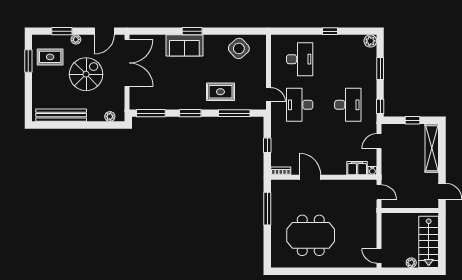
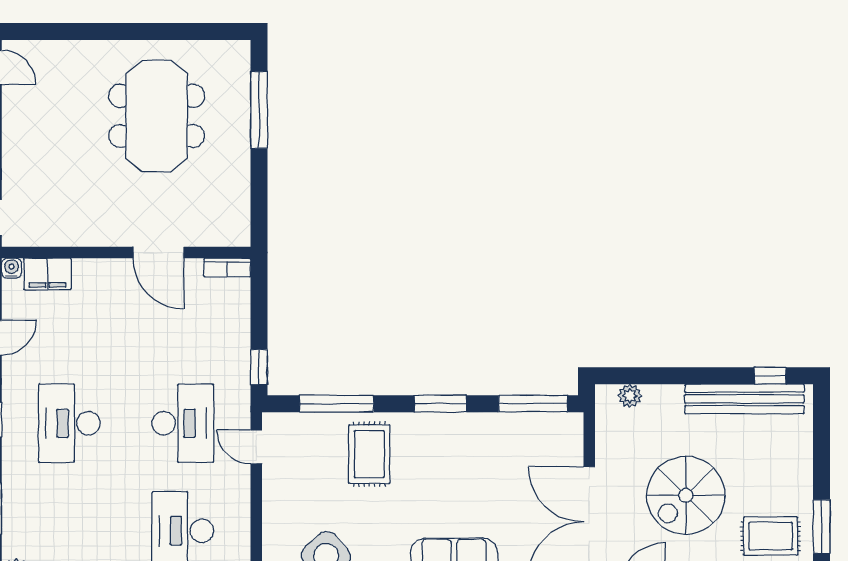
rug: (220, 92) -> (369, 454), turned 90
window: (50, 125) -> (770, 376), added
window: (267, 145) -> (259, 367), moved
window: (267, 209) -> (259, 110), moved
meeting table: (311, 235) -> (157, 116), turned 90

